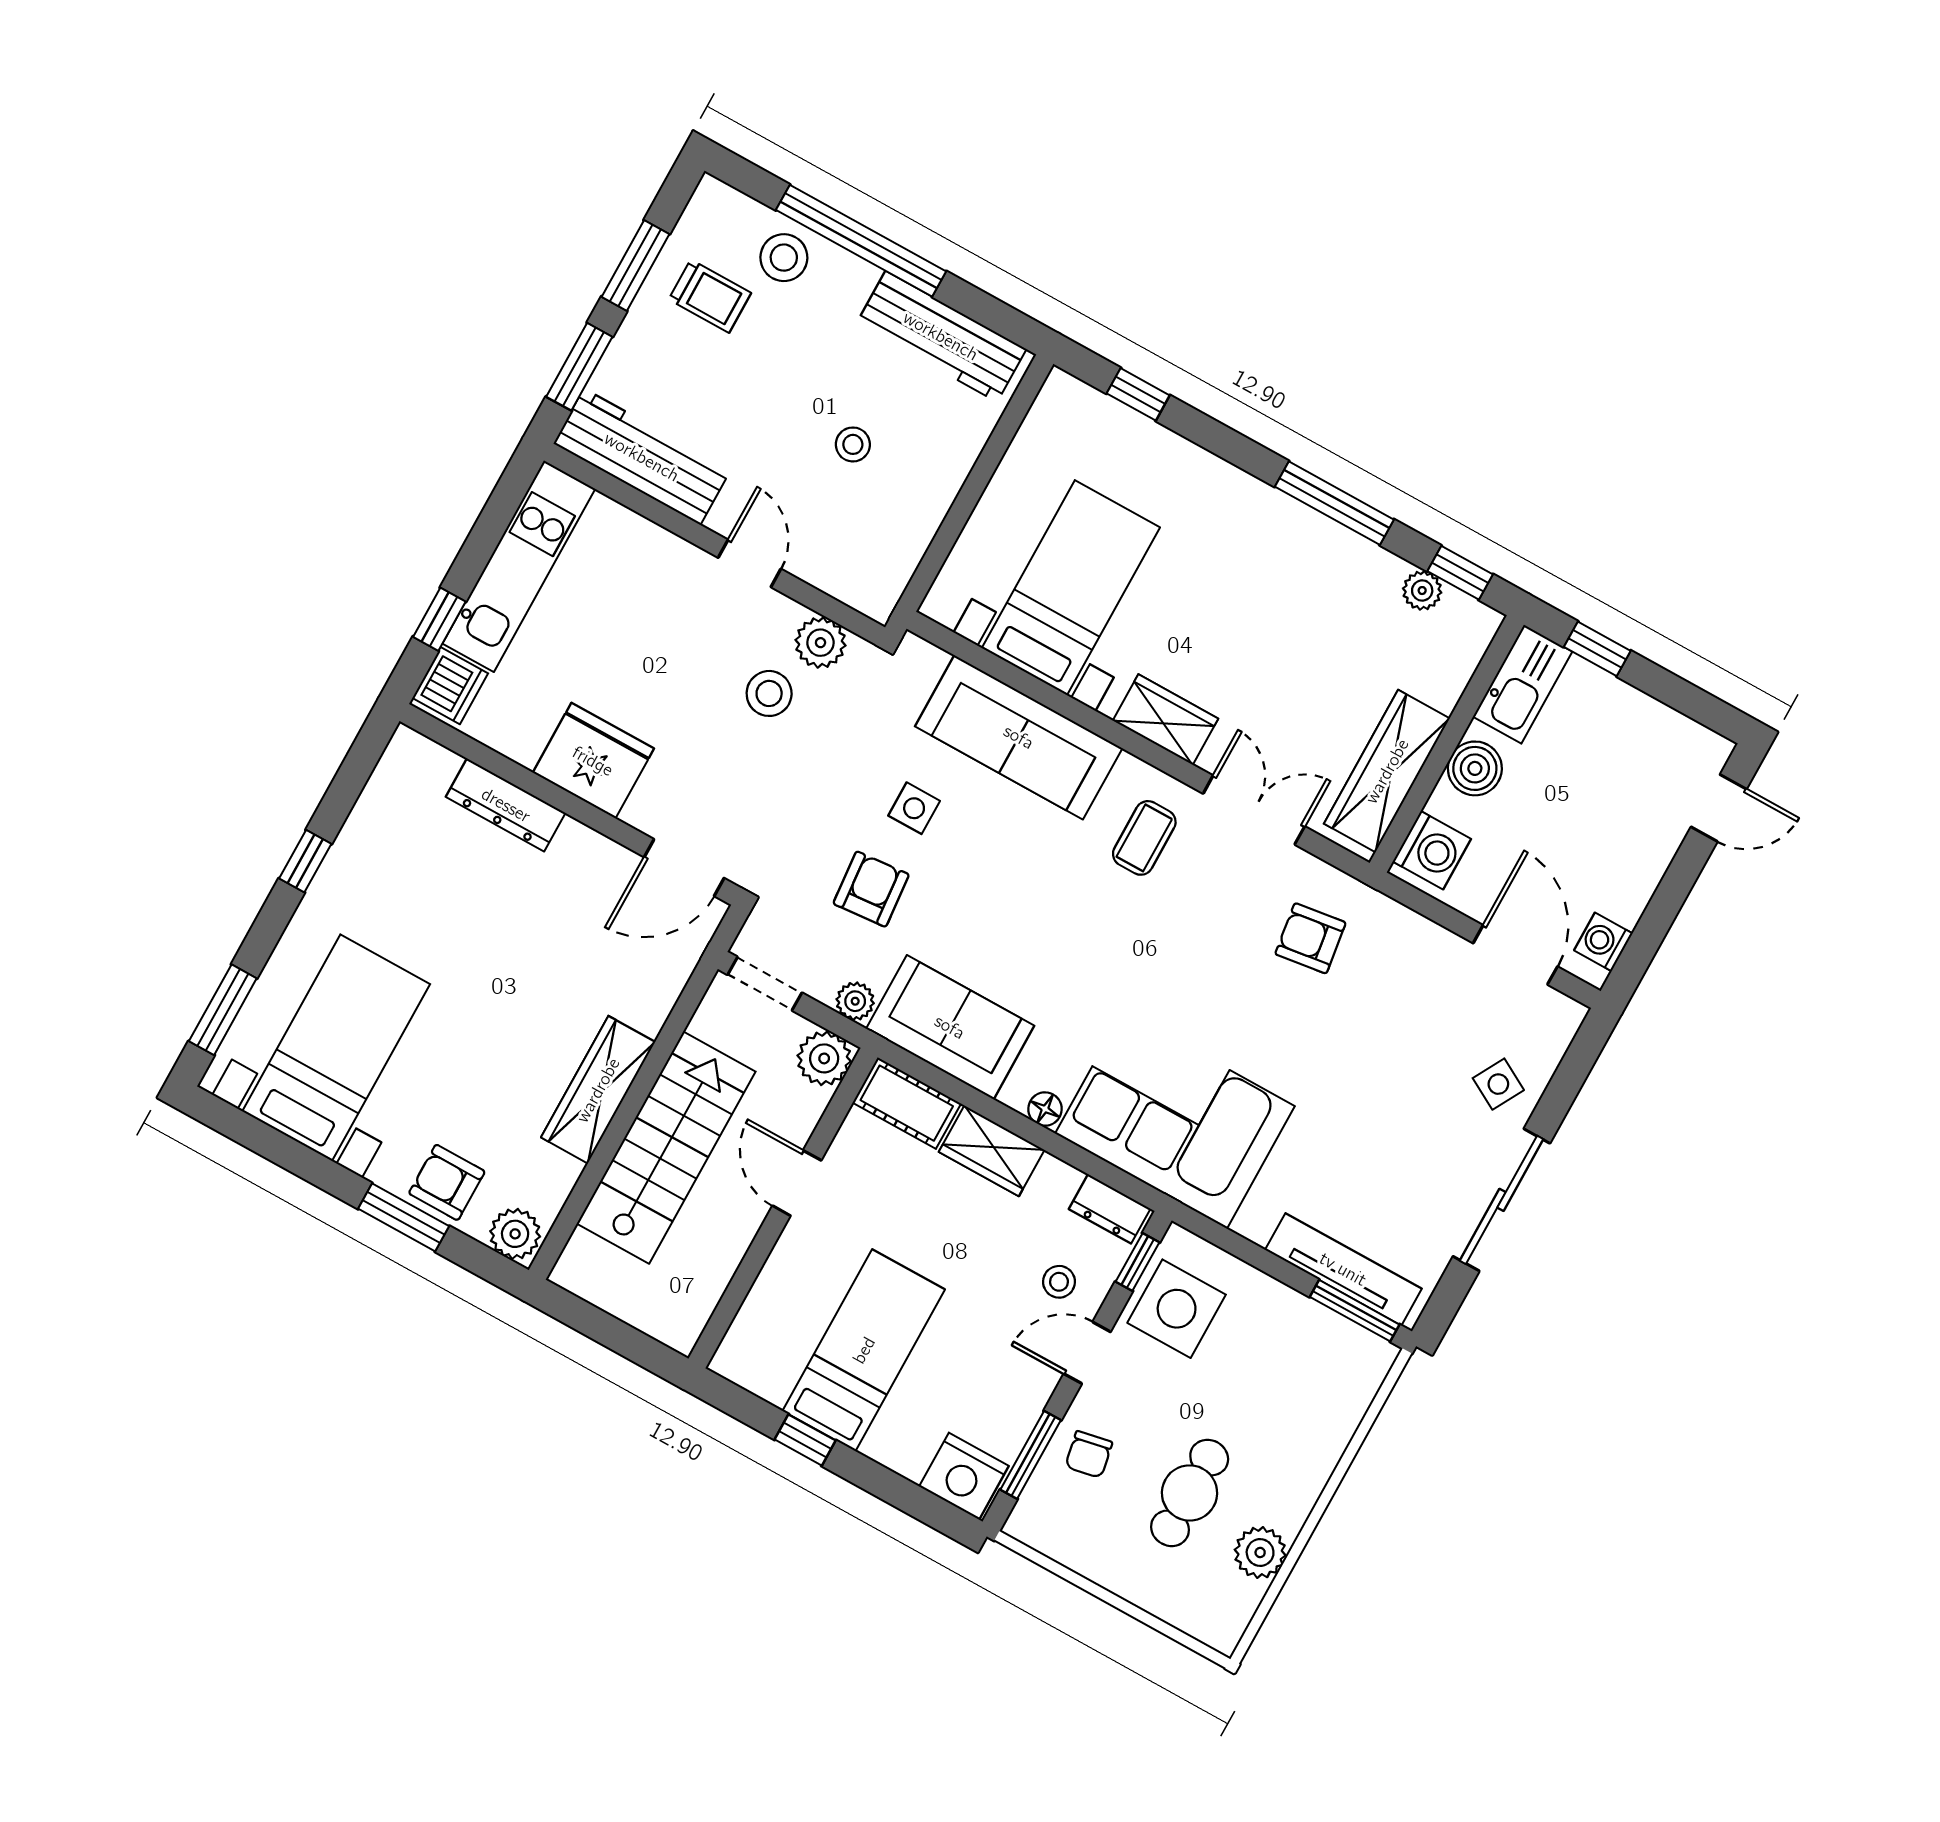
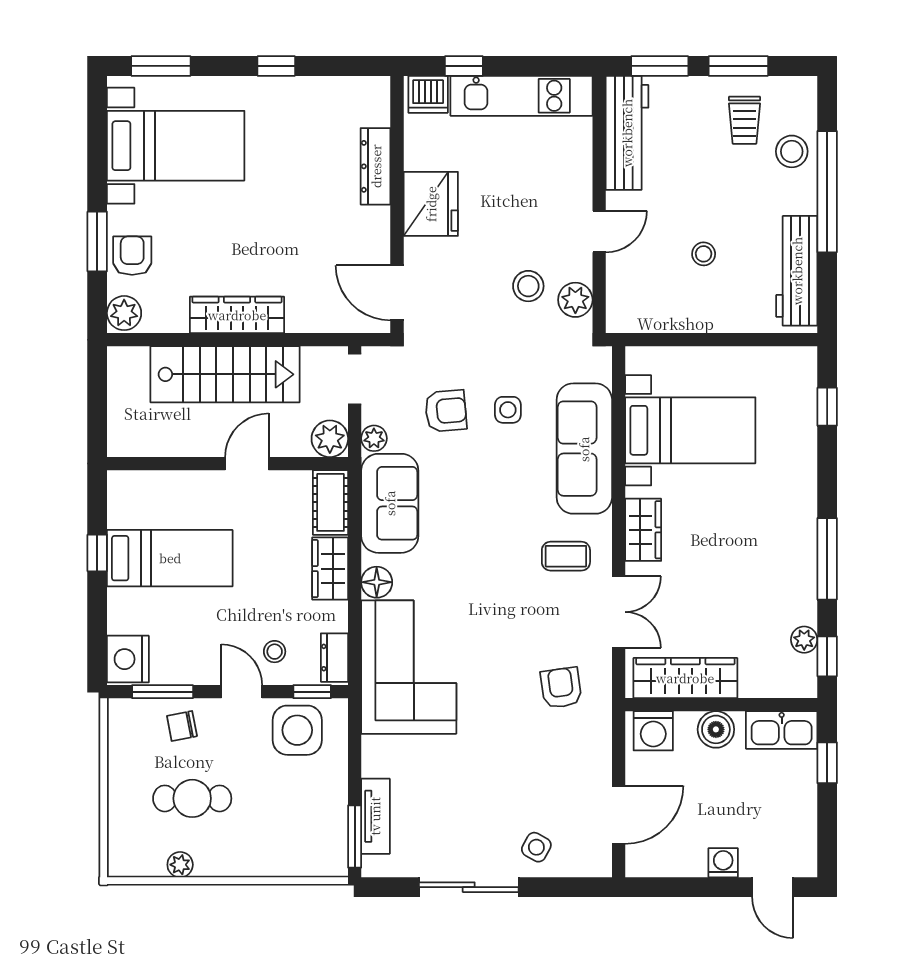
washing machine: (1603, 942) -> (723, 863), moved
floor lamp: (1045, 1109) -> (377, 582), width x1.37, depth x1.37
tv unit: (1343, 1269) -> (375, 816), width x0.71
plant: (1260, 1553) -> (180, 865), width x0.73, depth x0.73

